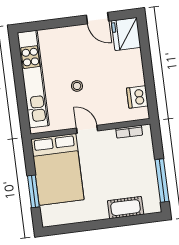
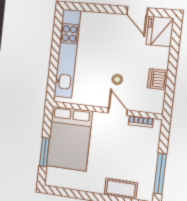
stool: (77, 86) -> (117, 79), moved
dishwasher: (137, 97) -> (158, 79), moved
door: (87, 129) -> (118, 112), moved

